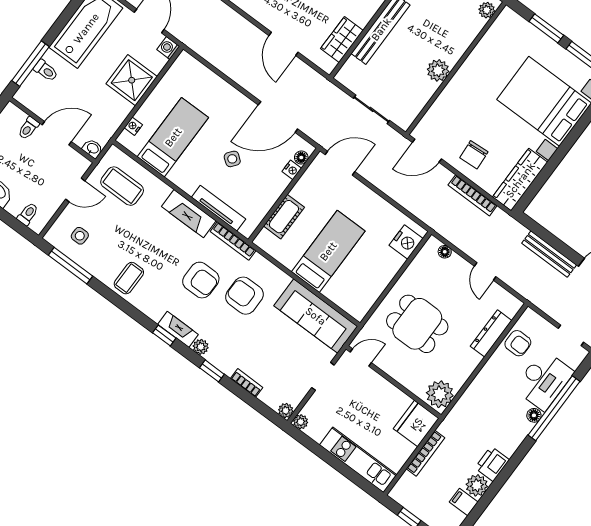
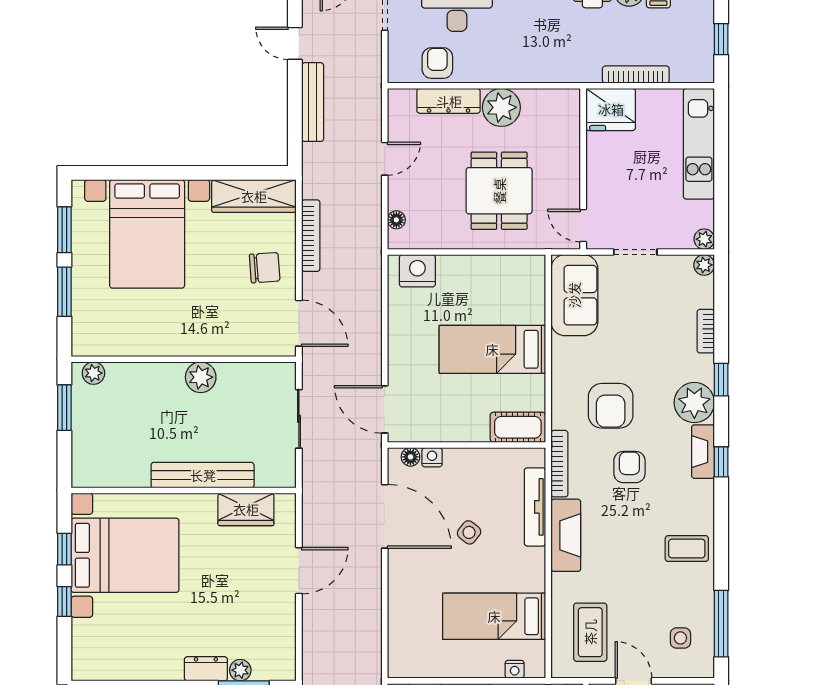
cot: (284, 217) -> (518, 427), moved
armchair: (201, 280) -> (629, 467), width x0.72, depth x0.72
sofa: (316, 316) -> (574, 295), width x0.73
plant: (201, 347) -> (694, 403), width x1.88, depth x1.88
plant: (440, 394) -> (501, 107), moved

